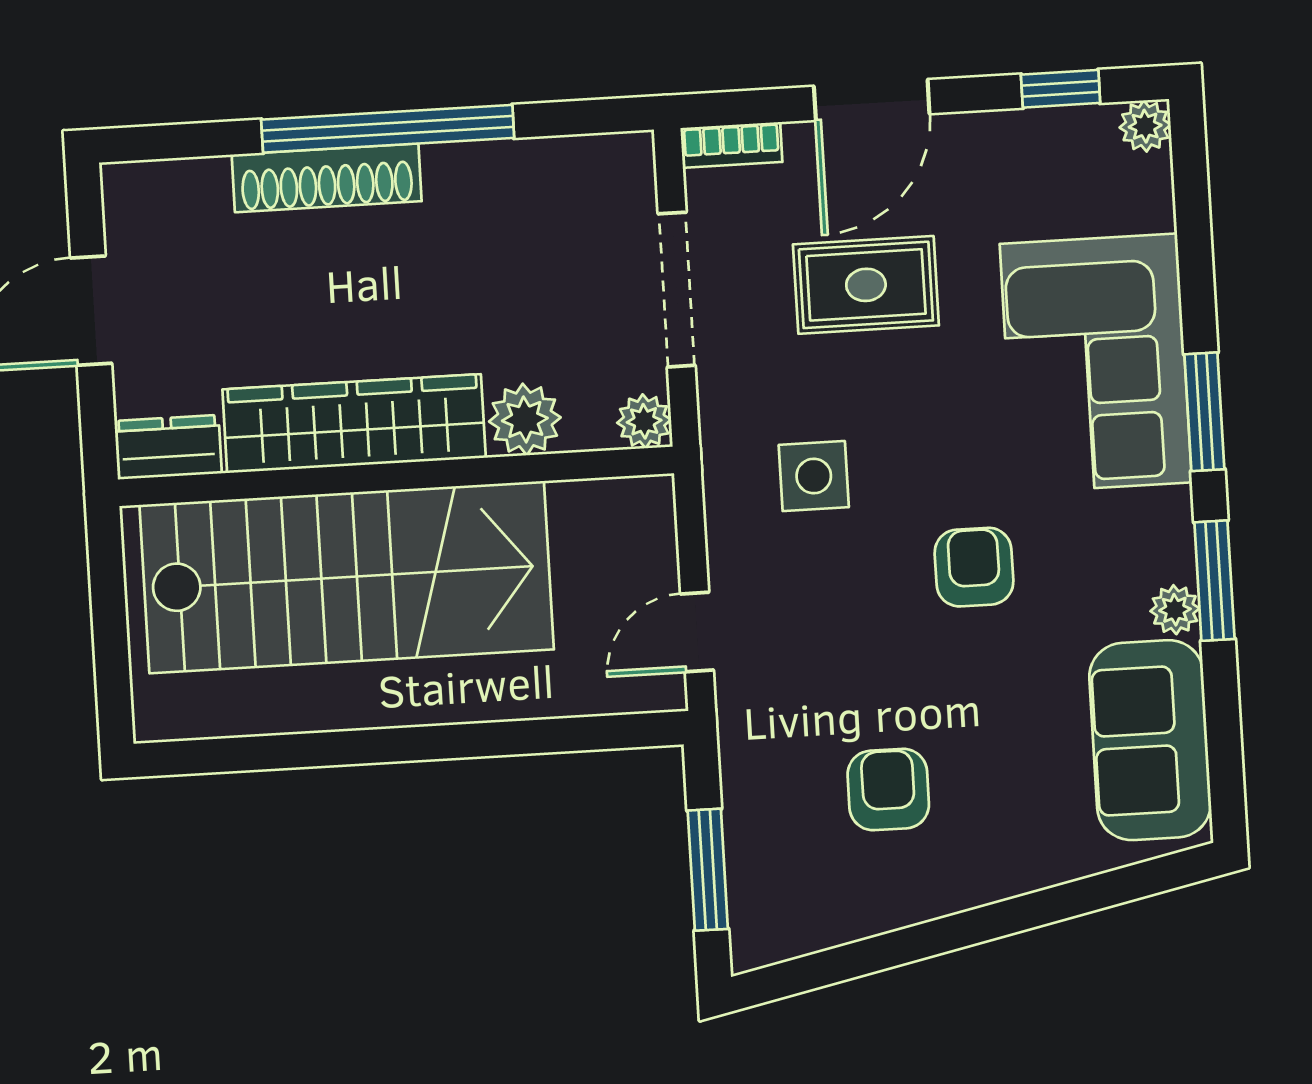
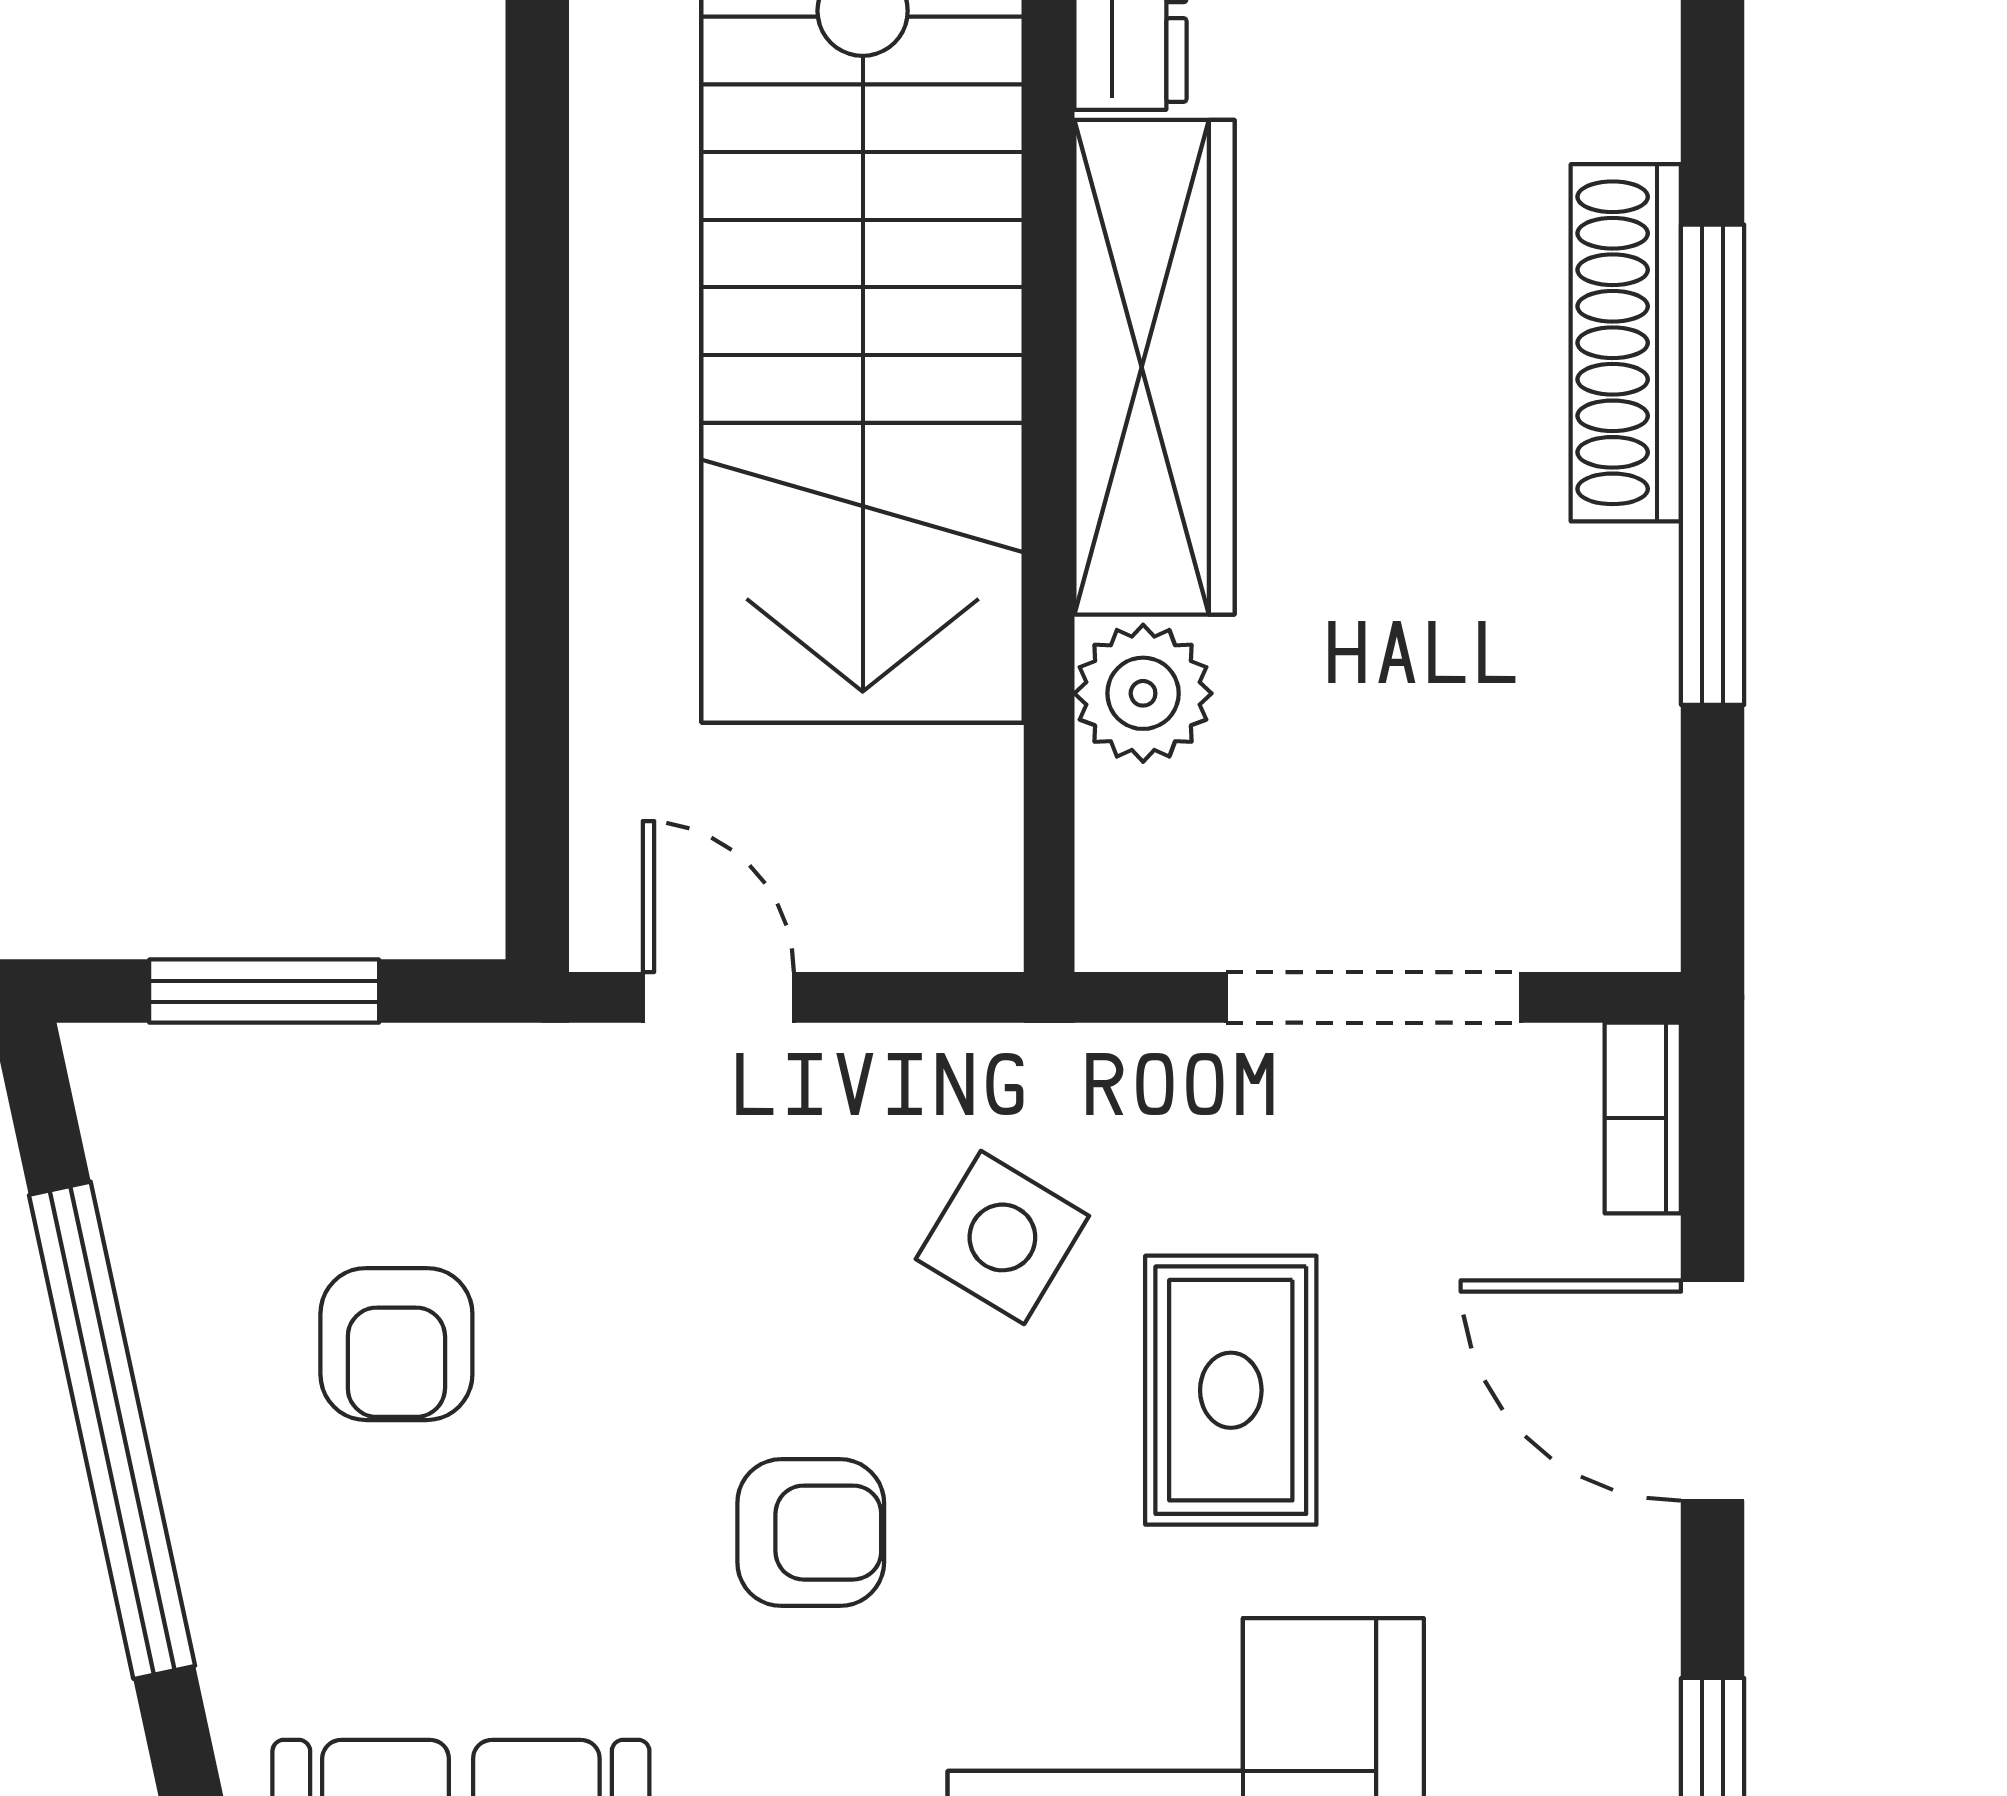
rug: (866, 285) -> (1231, 1390), moved
plant: (644, 421) -> (1126, 920), removed
side table: (814, 476) -> (1002, 1237), turned 31
armchair: (888, 790) -> (396, 1344), turned 90
window: (942, 936) -> (112, 1430), added

